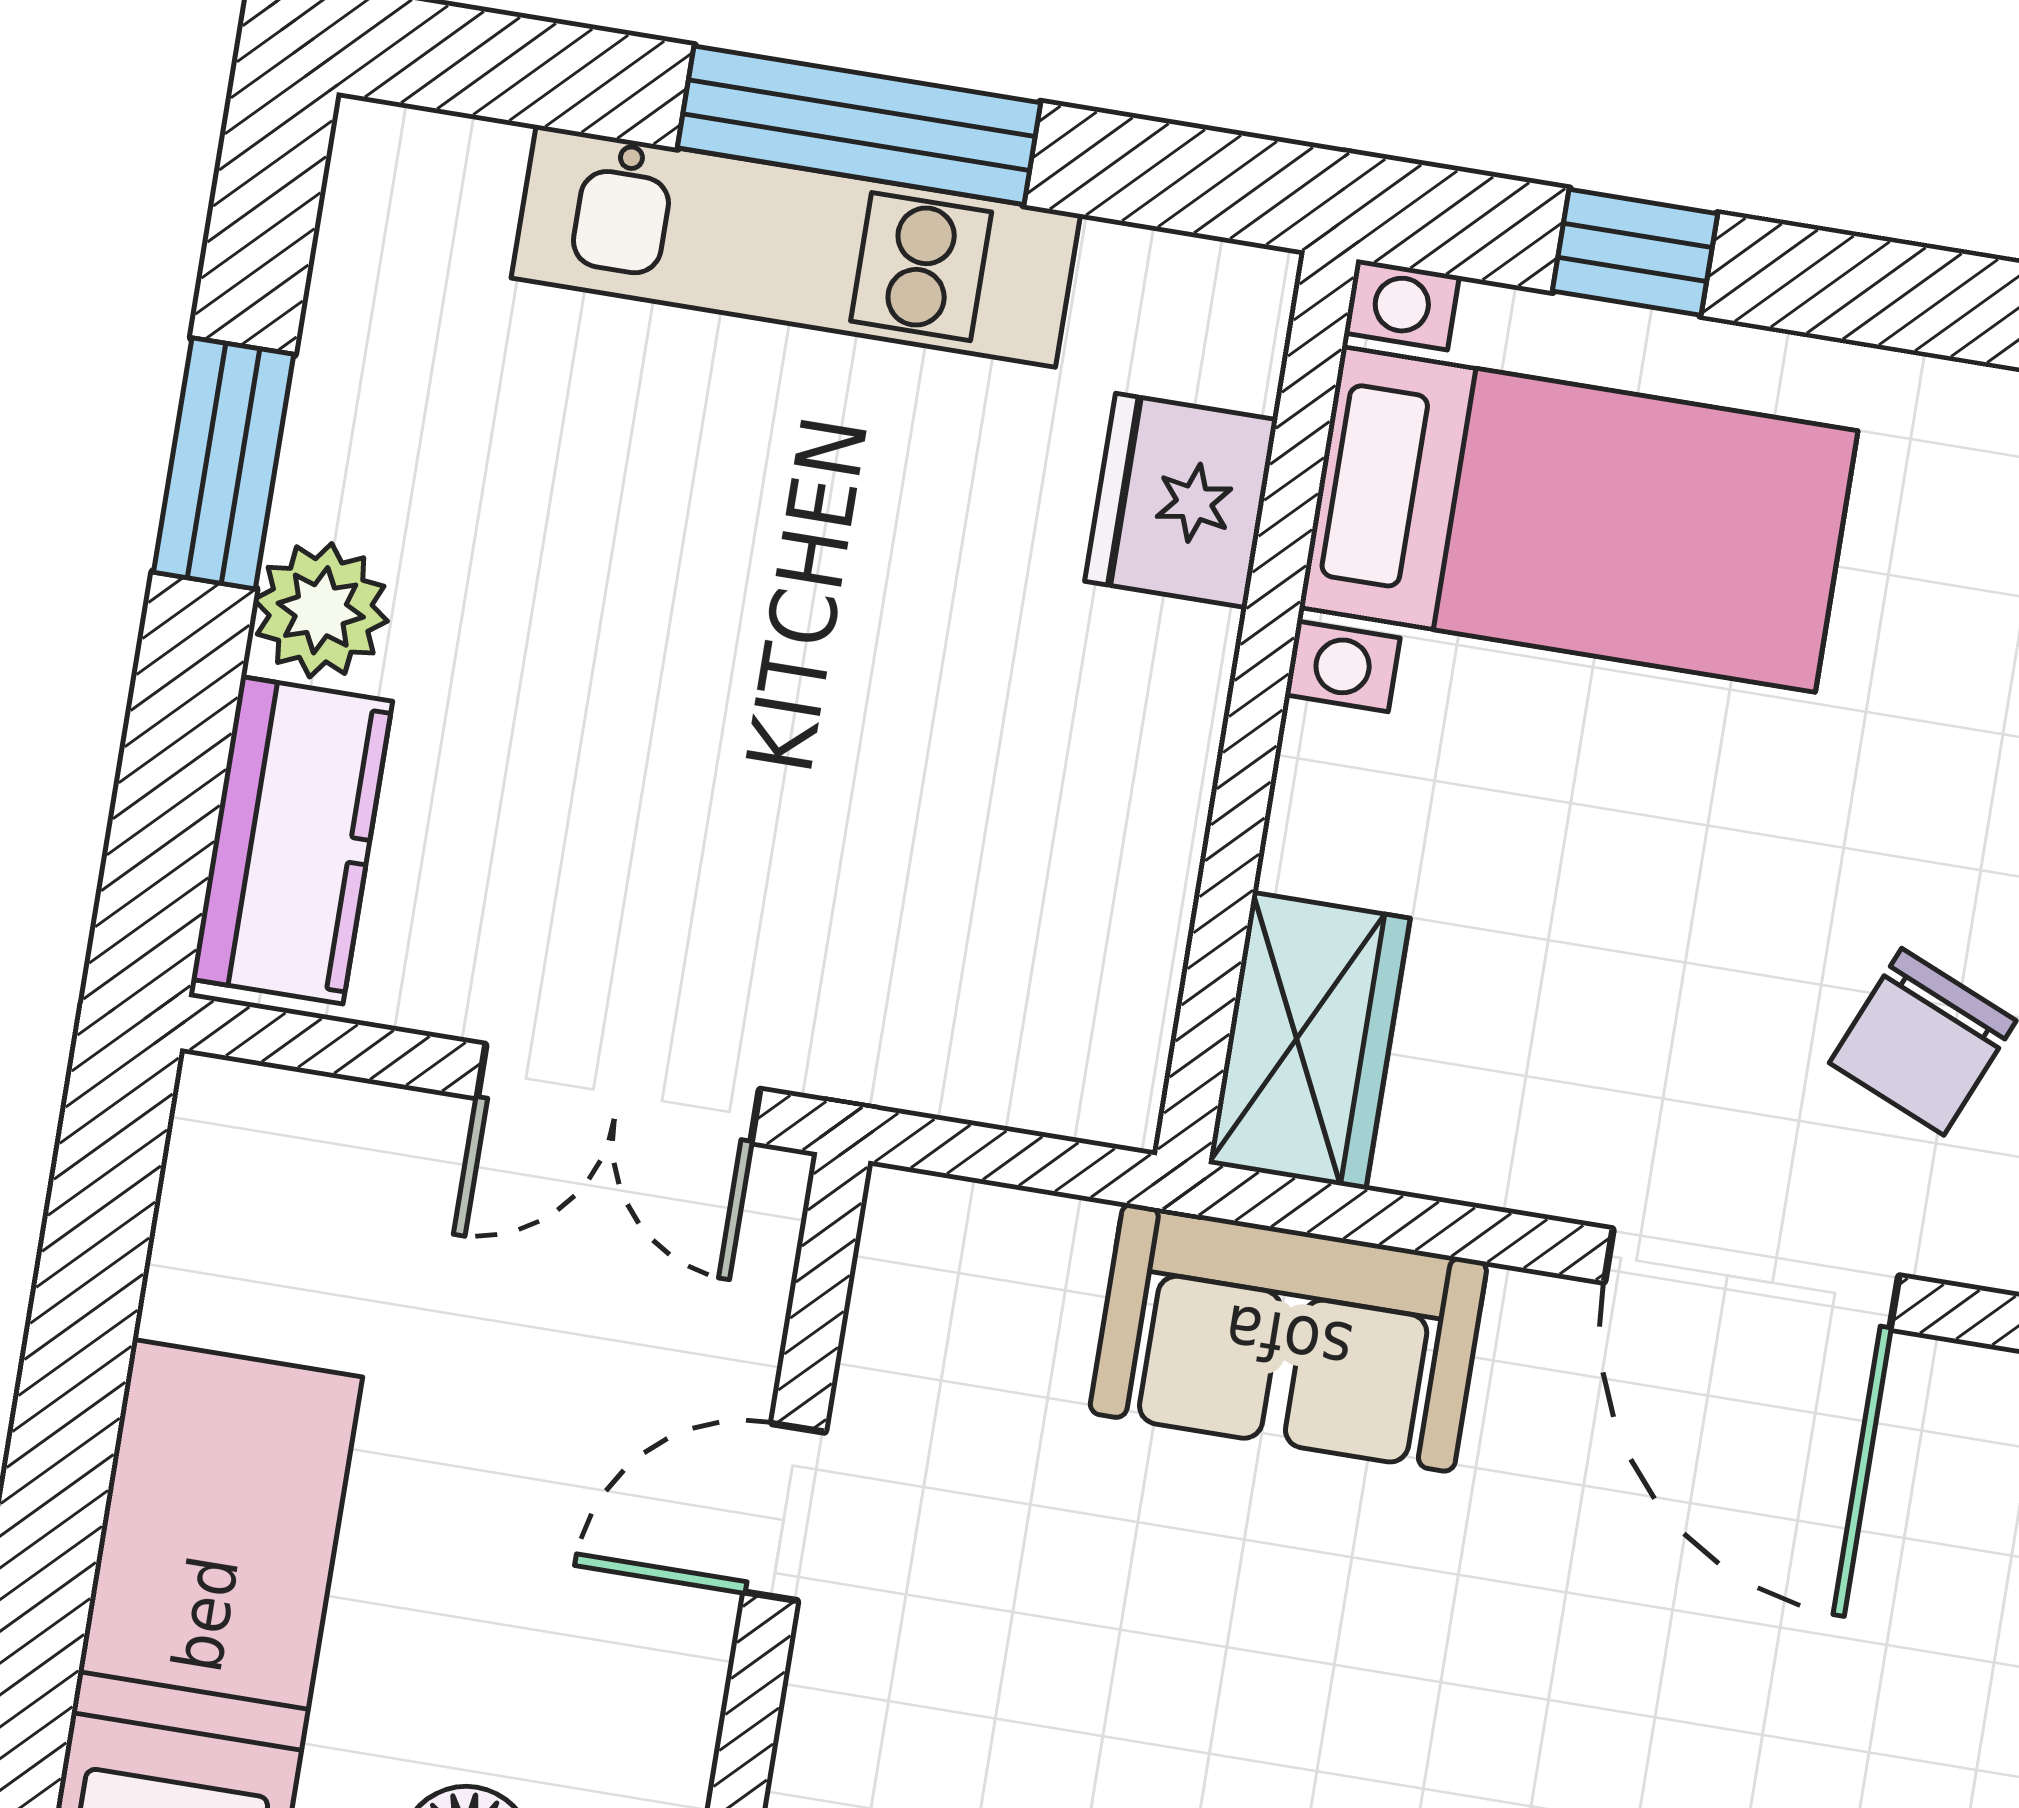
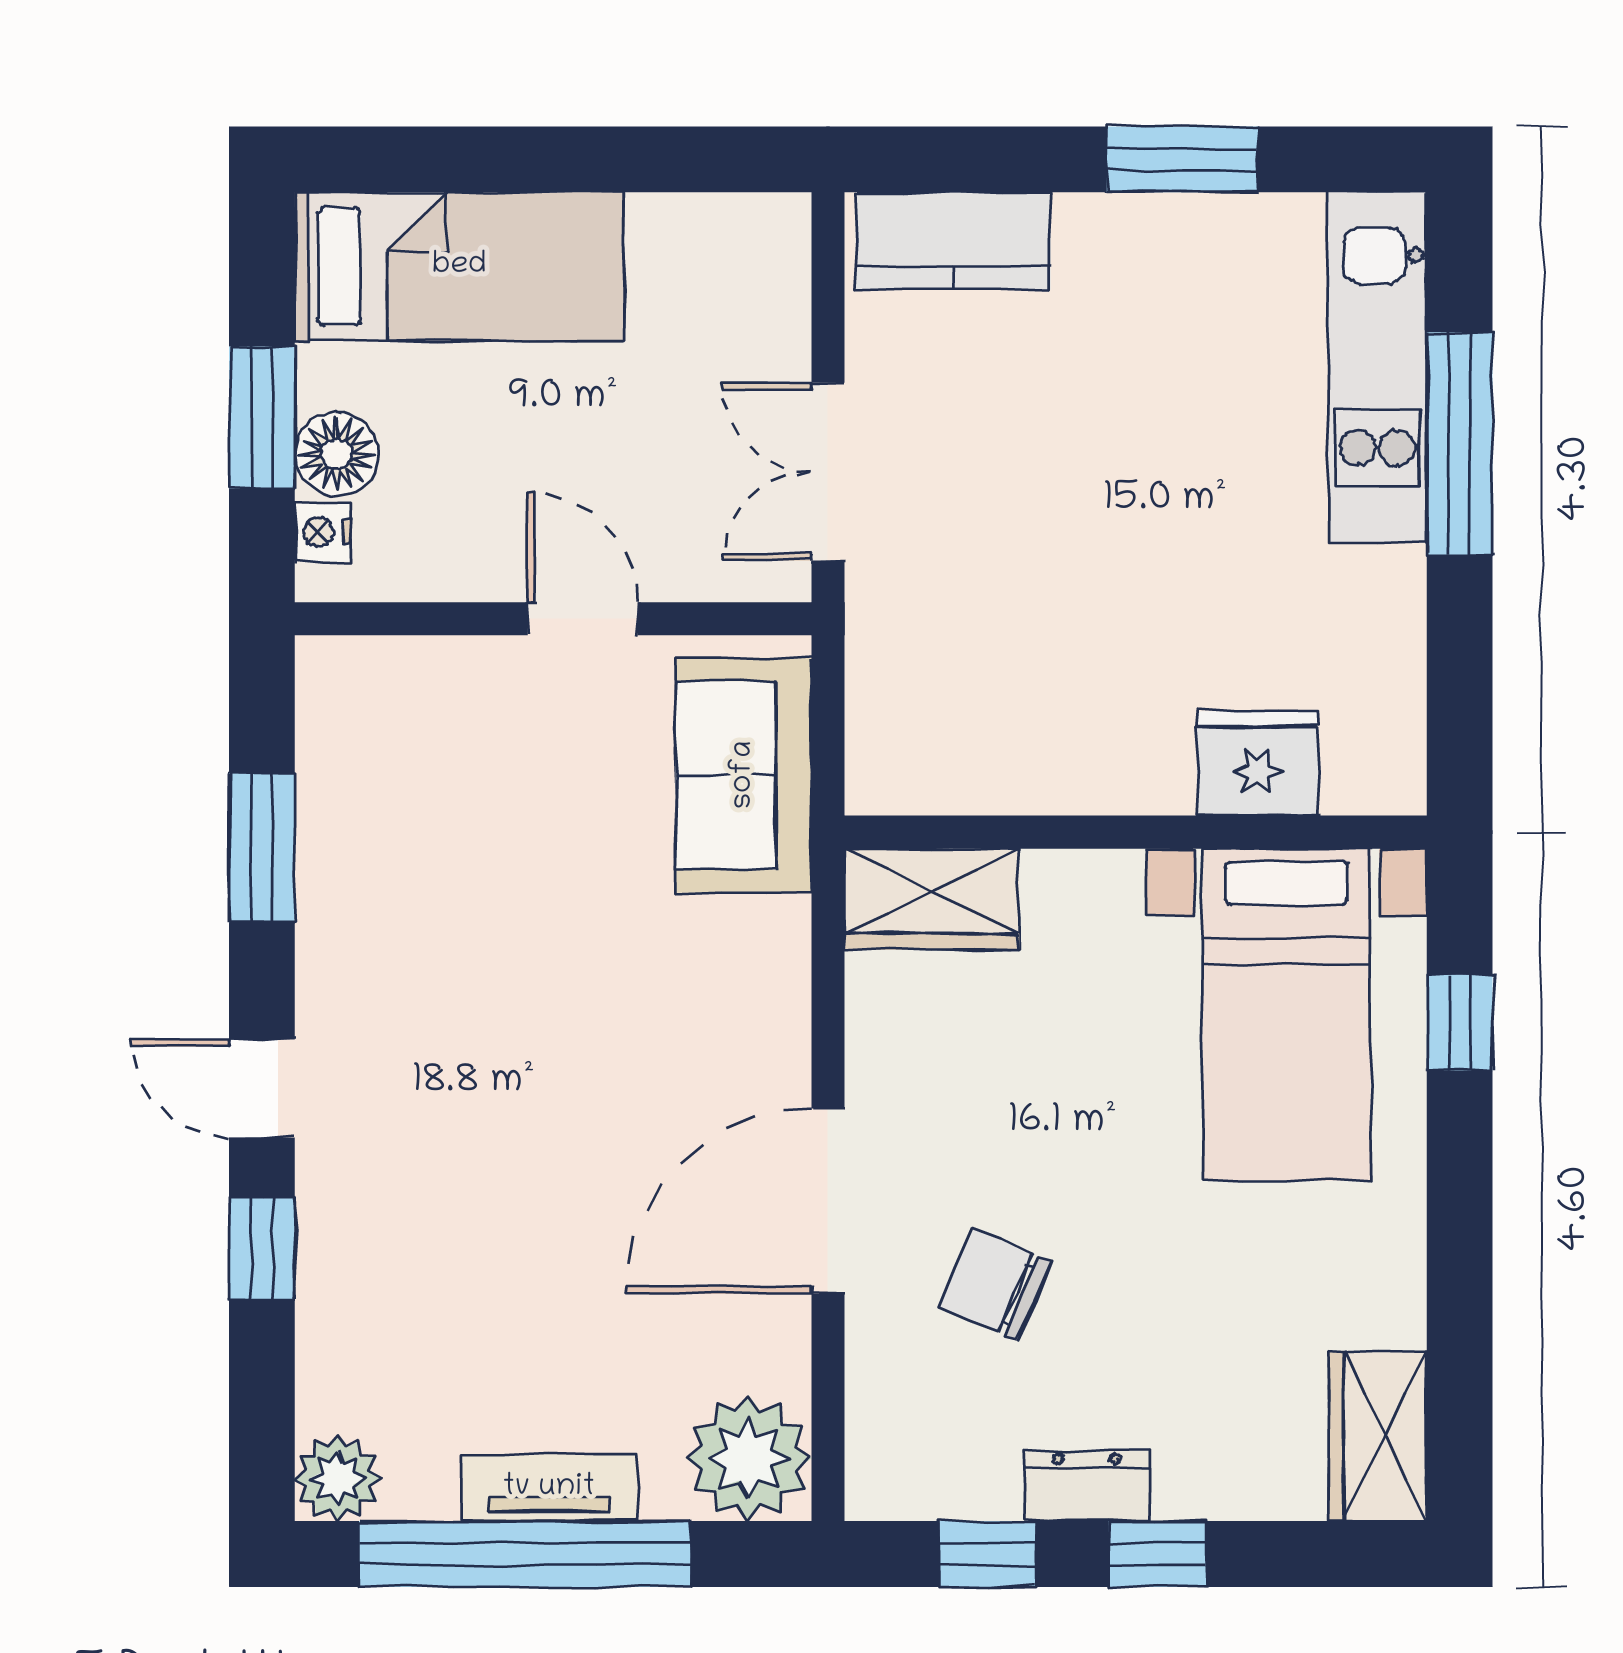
window: (859, 125) -> (1460, 444), moved
kitchen unit: (796, 246) -> (1377, 367), moved
plant: (321, 610) -> (1100, 235), removed
sofa: (1288, 1338) -> (744, 775), moved

